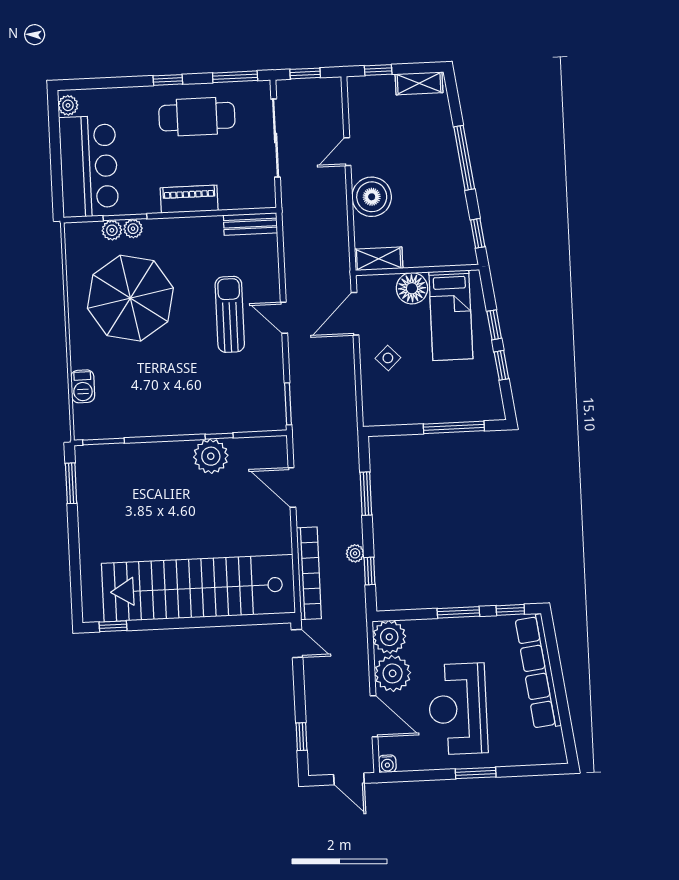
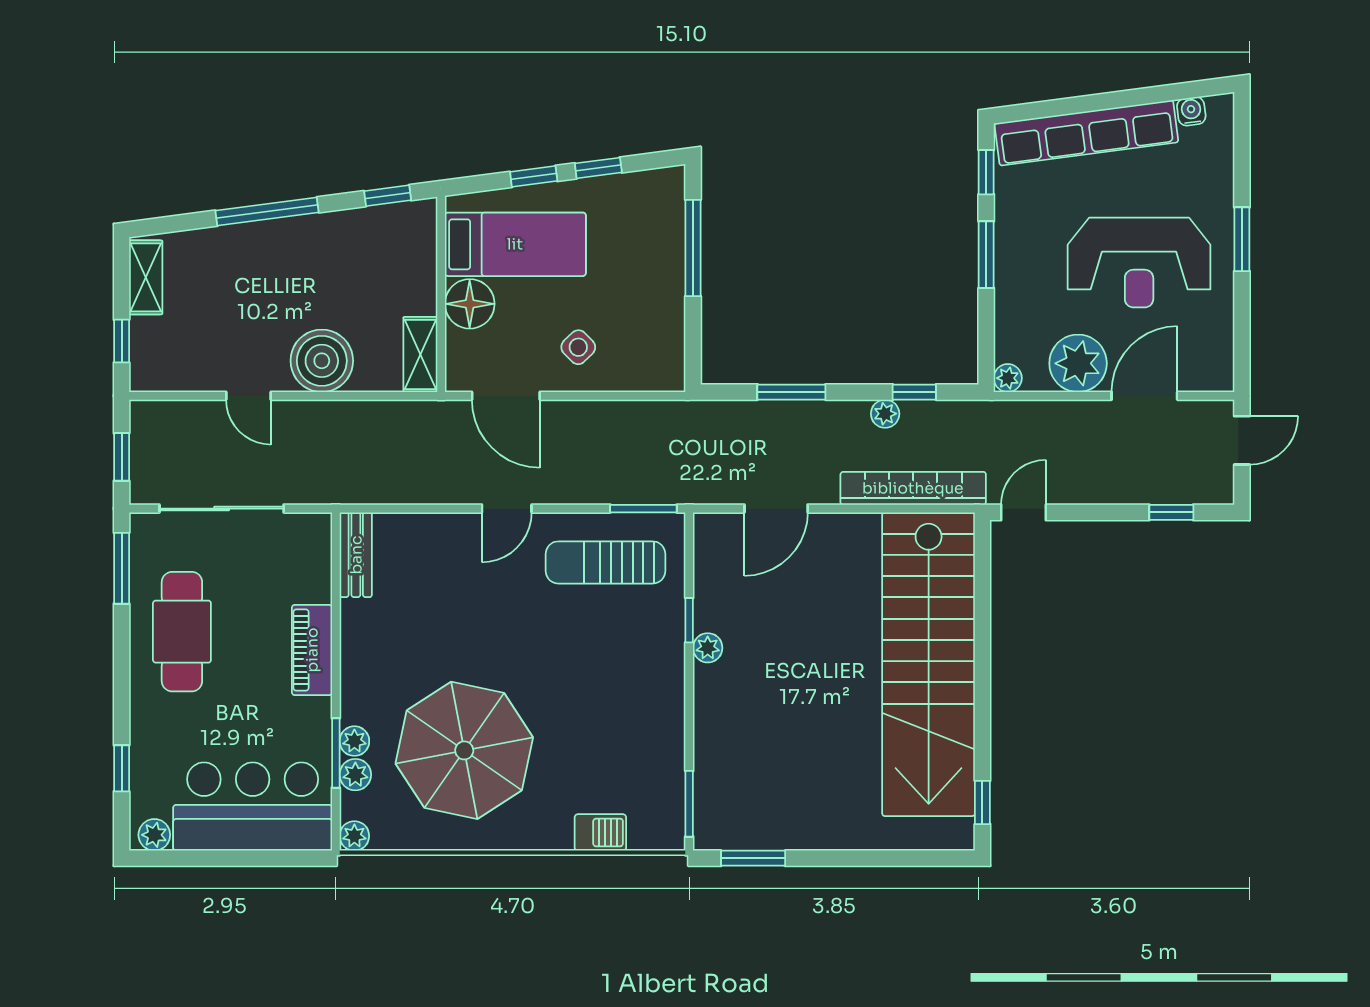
window: (168, 80) -> (122, 768), moved
plant: (73, 231) -> (354, 836), added
sun lounger: (230, 314) -> (606, 562), moved
plant: (211, 456) -> (708, 648), width x0.53, depth x0.53
plant: (389, 637) -> (1008, 378), width x0.53, depth x0.53
water cooler: (387, 764) -> (1191, 111), moved, turned -97

